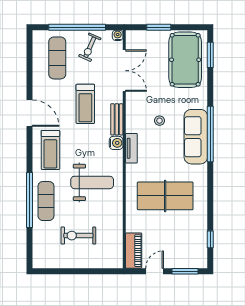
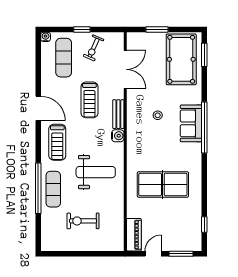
window: (77, 27) -> (82, 29), width x0.32
water cooler: (118, 35) -> (46, 37), moved
sofa: (196, 137) -> (191, 123), width x0.73
tv unit: (131, 148) -> (132, 141), removed

